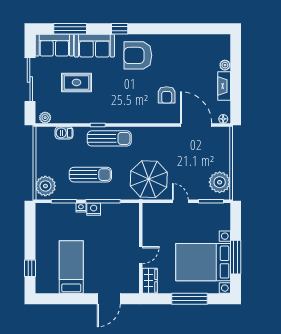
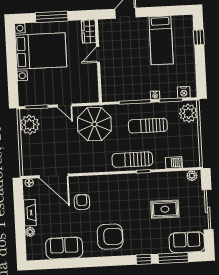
window: (120, 29) -> (144, 259), moved
sofa: (94, 46) -> (64, 248), moved
nightstand: (94, 209) -> (184, 92), moved
window: (236, 257) -> (11, 57), removed

